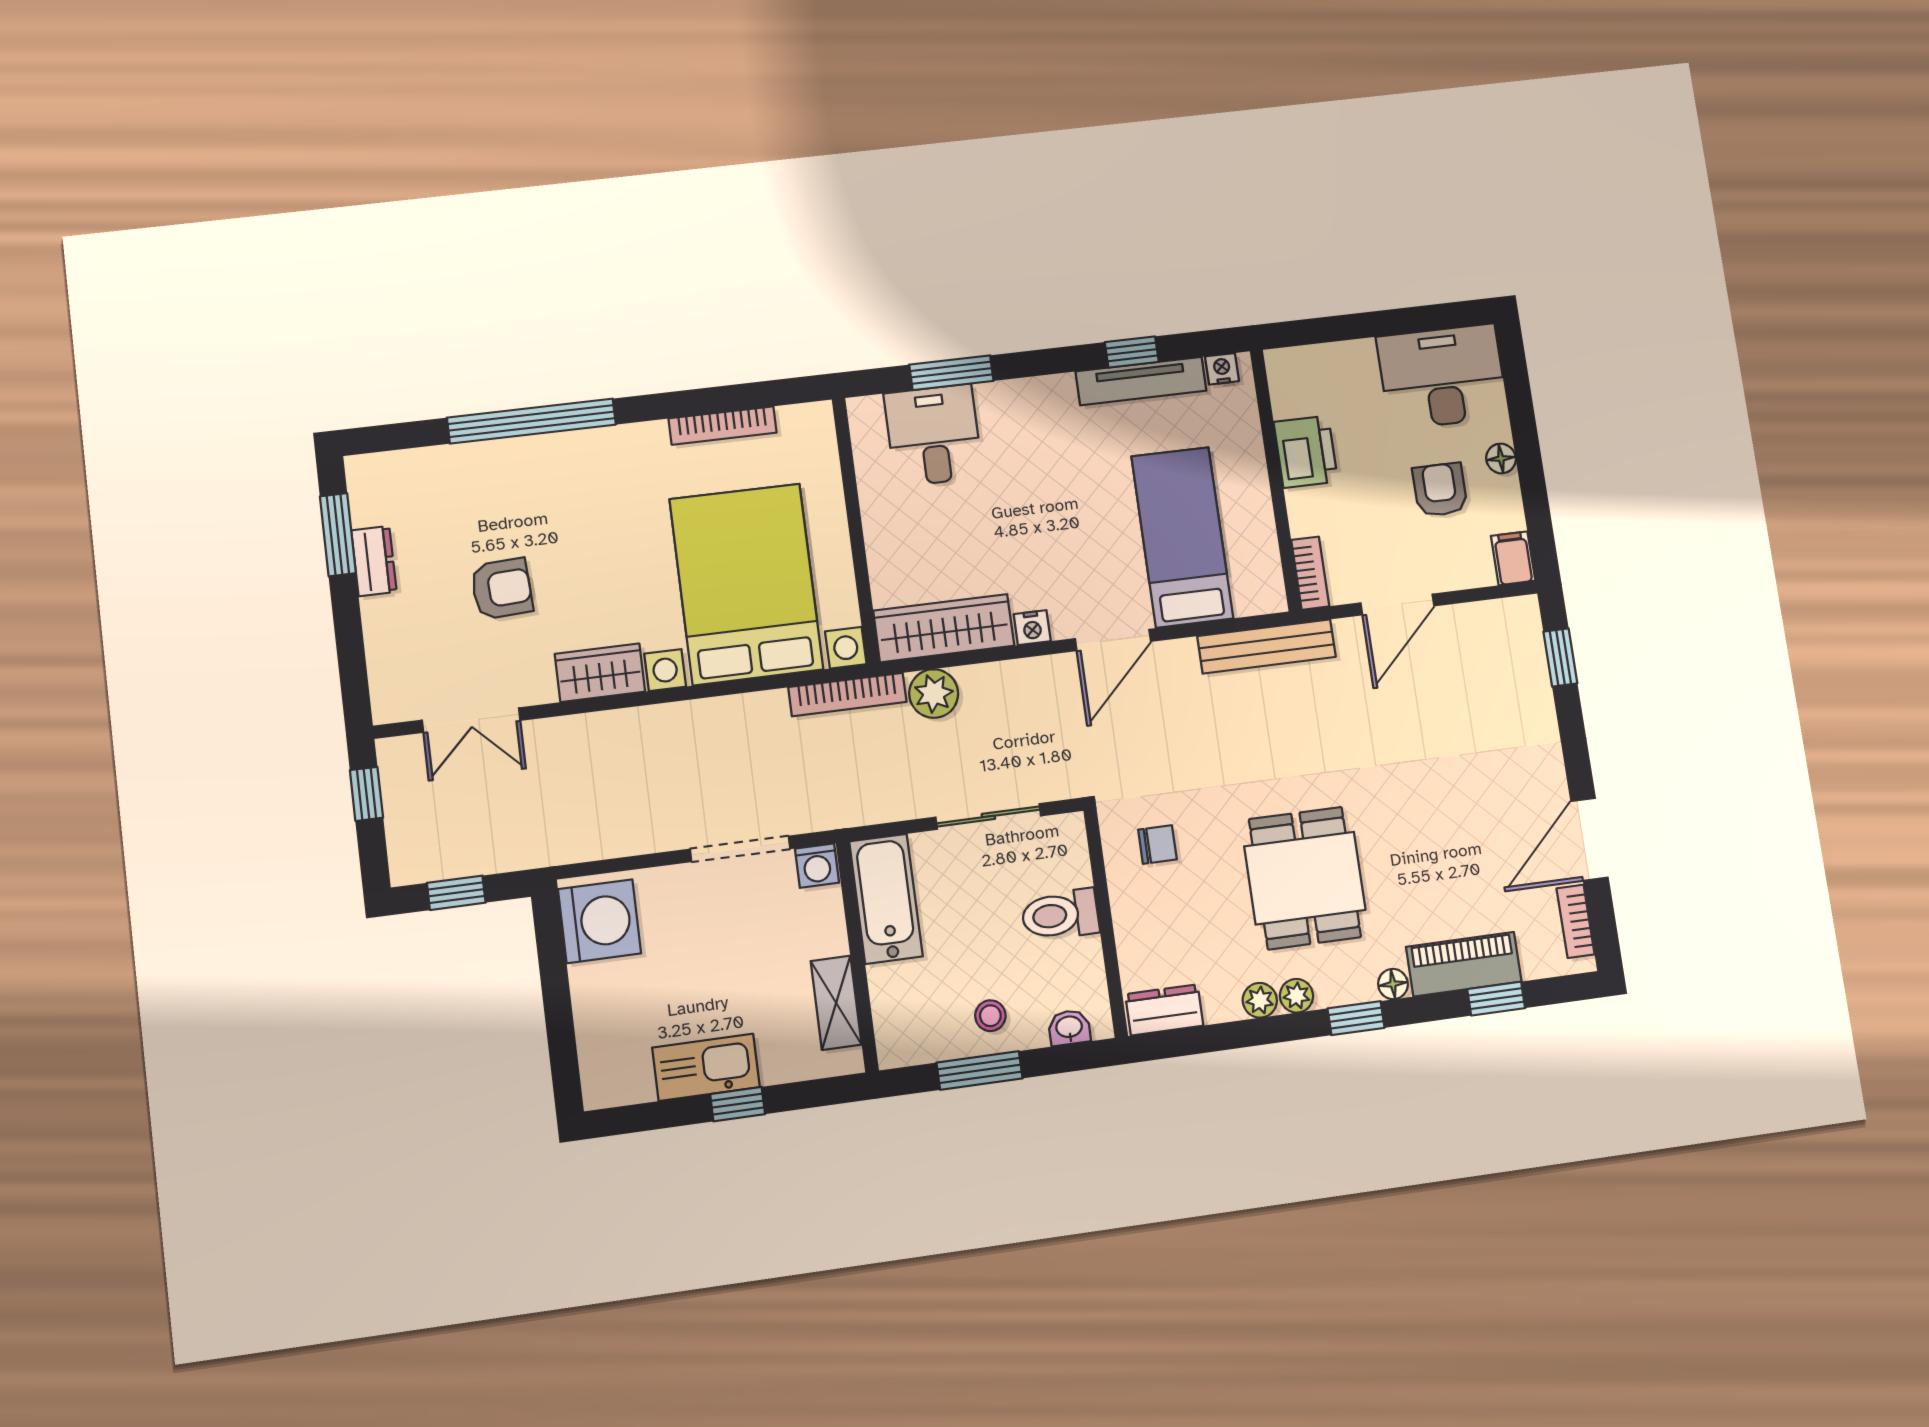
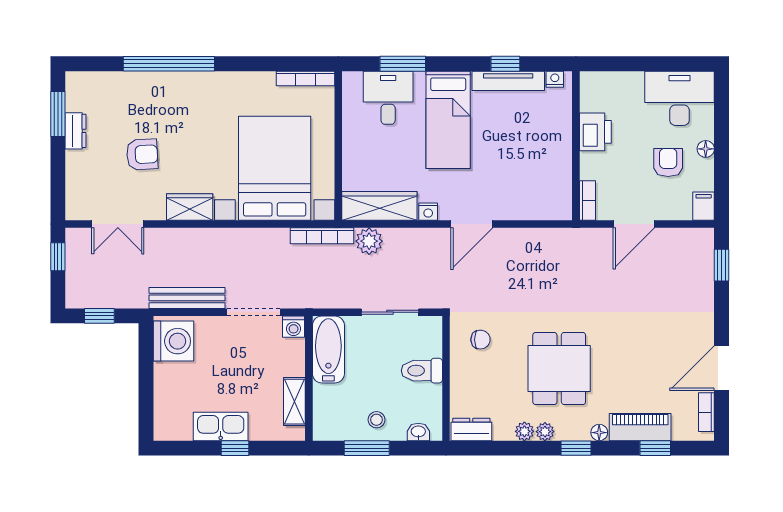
bookcase: (723, 426) -> (305, 78), moved
bed: (1182, 537) -> (448, 120), moved, turned 180
bench: (1267, 646) -> (187, 298), moved

